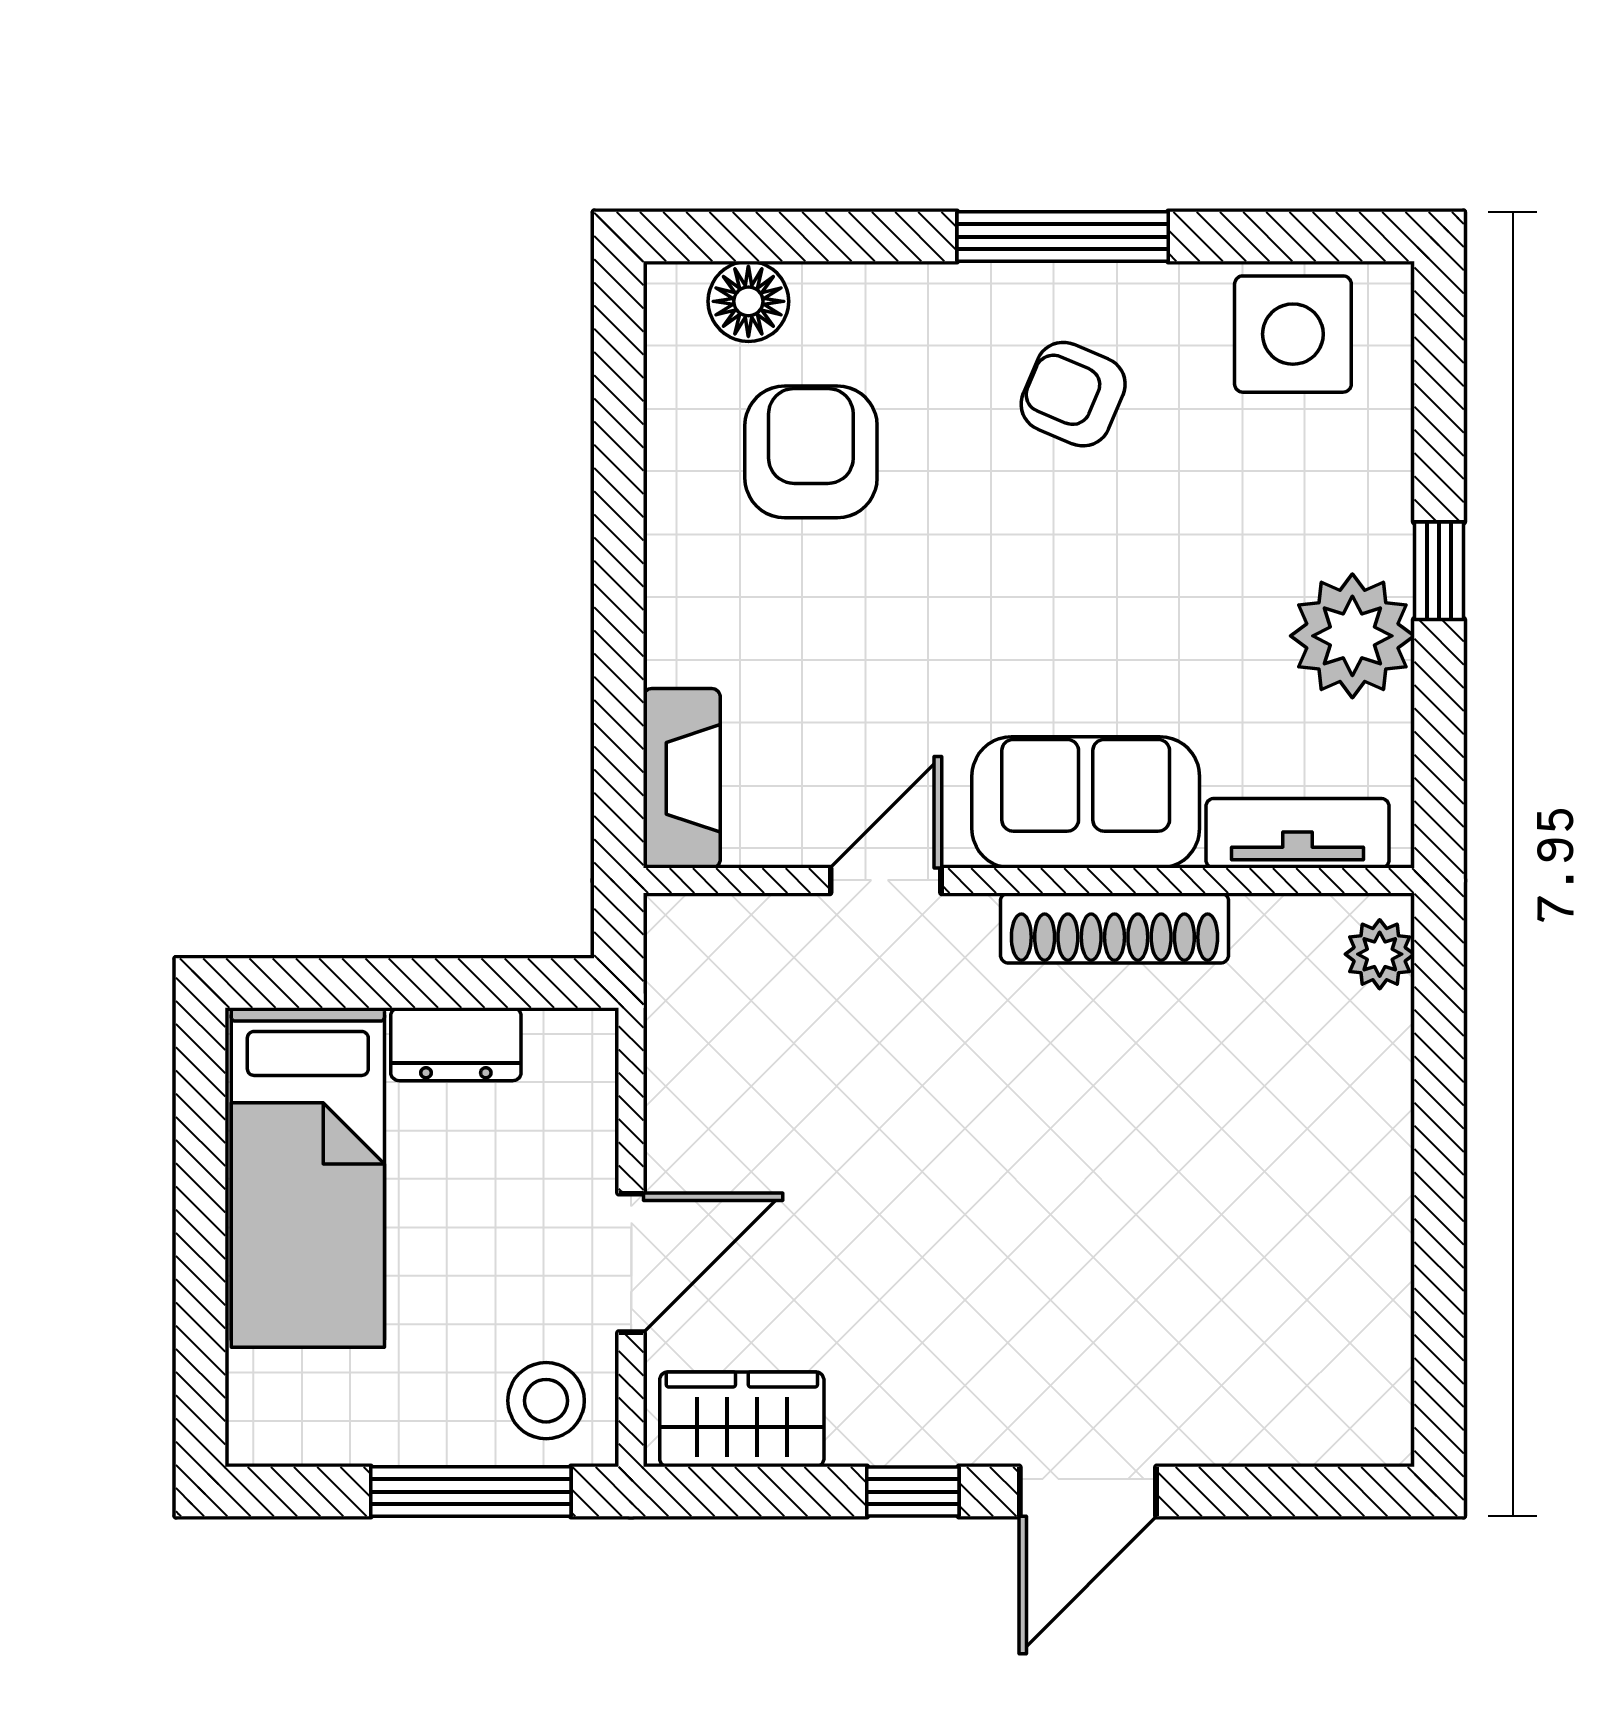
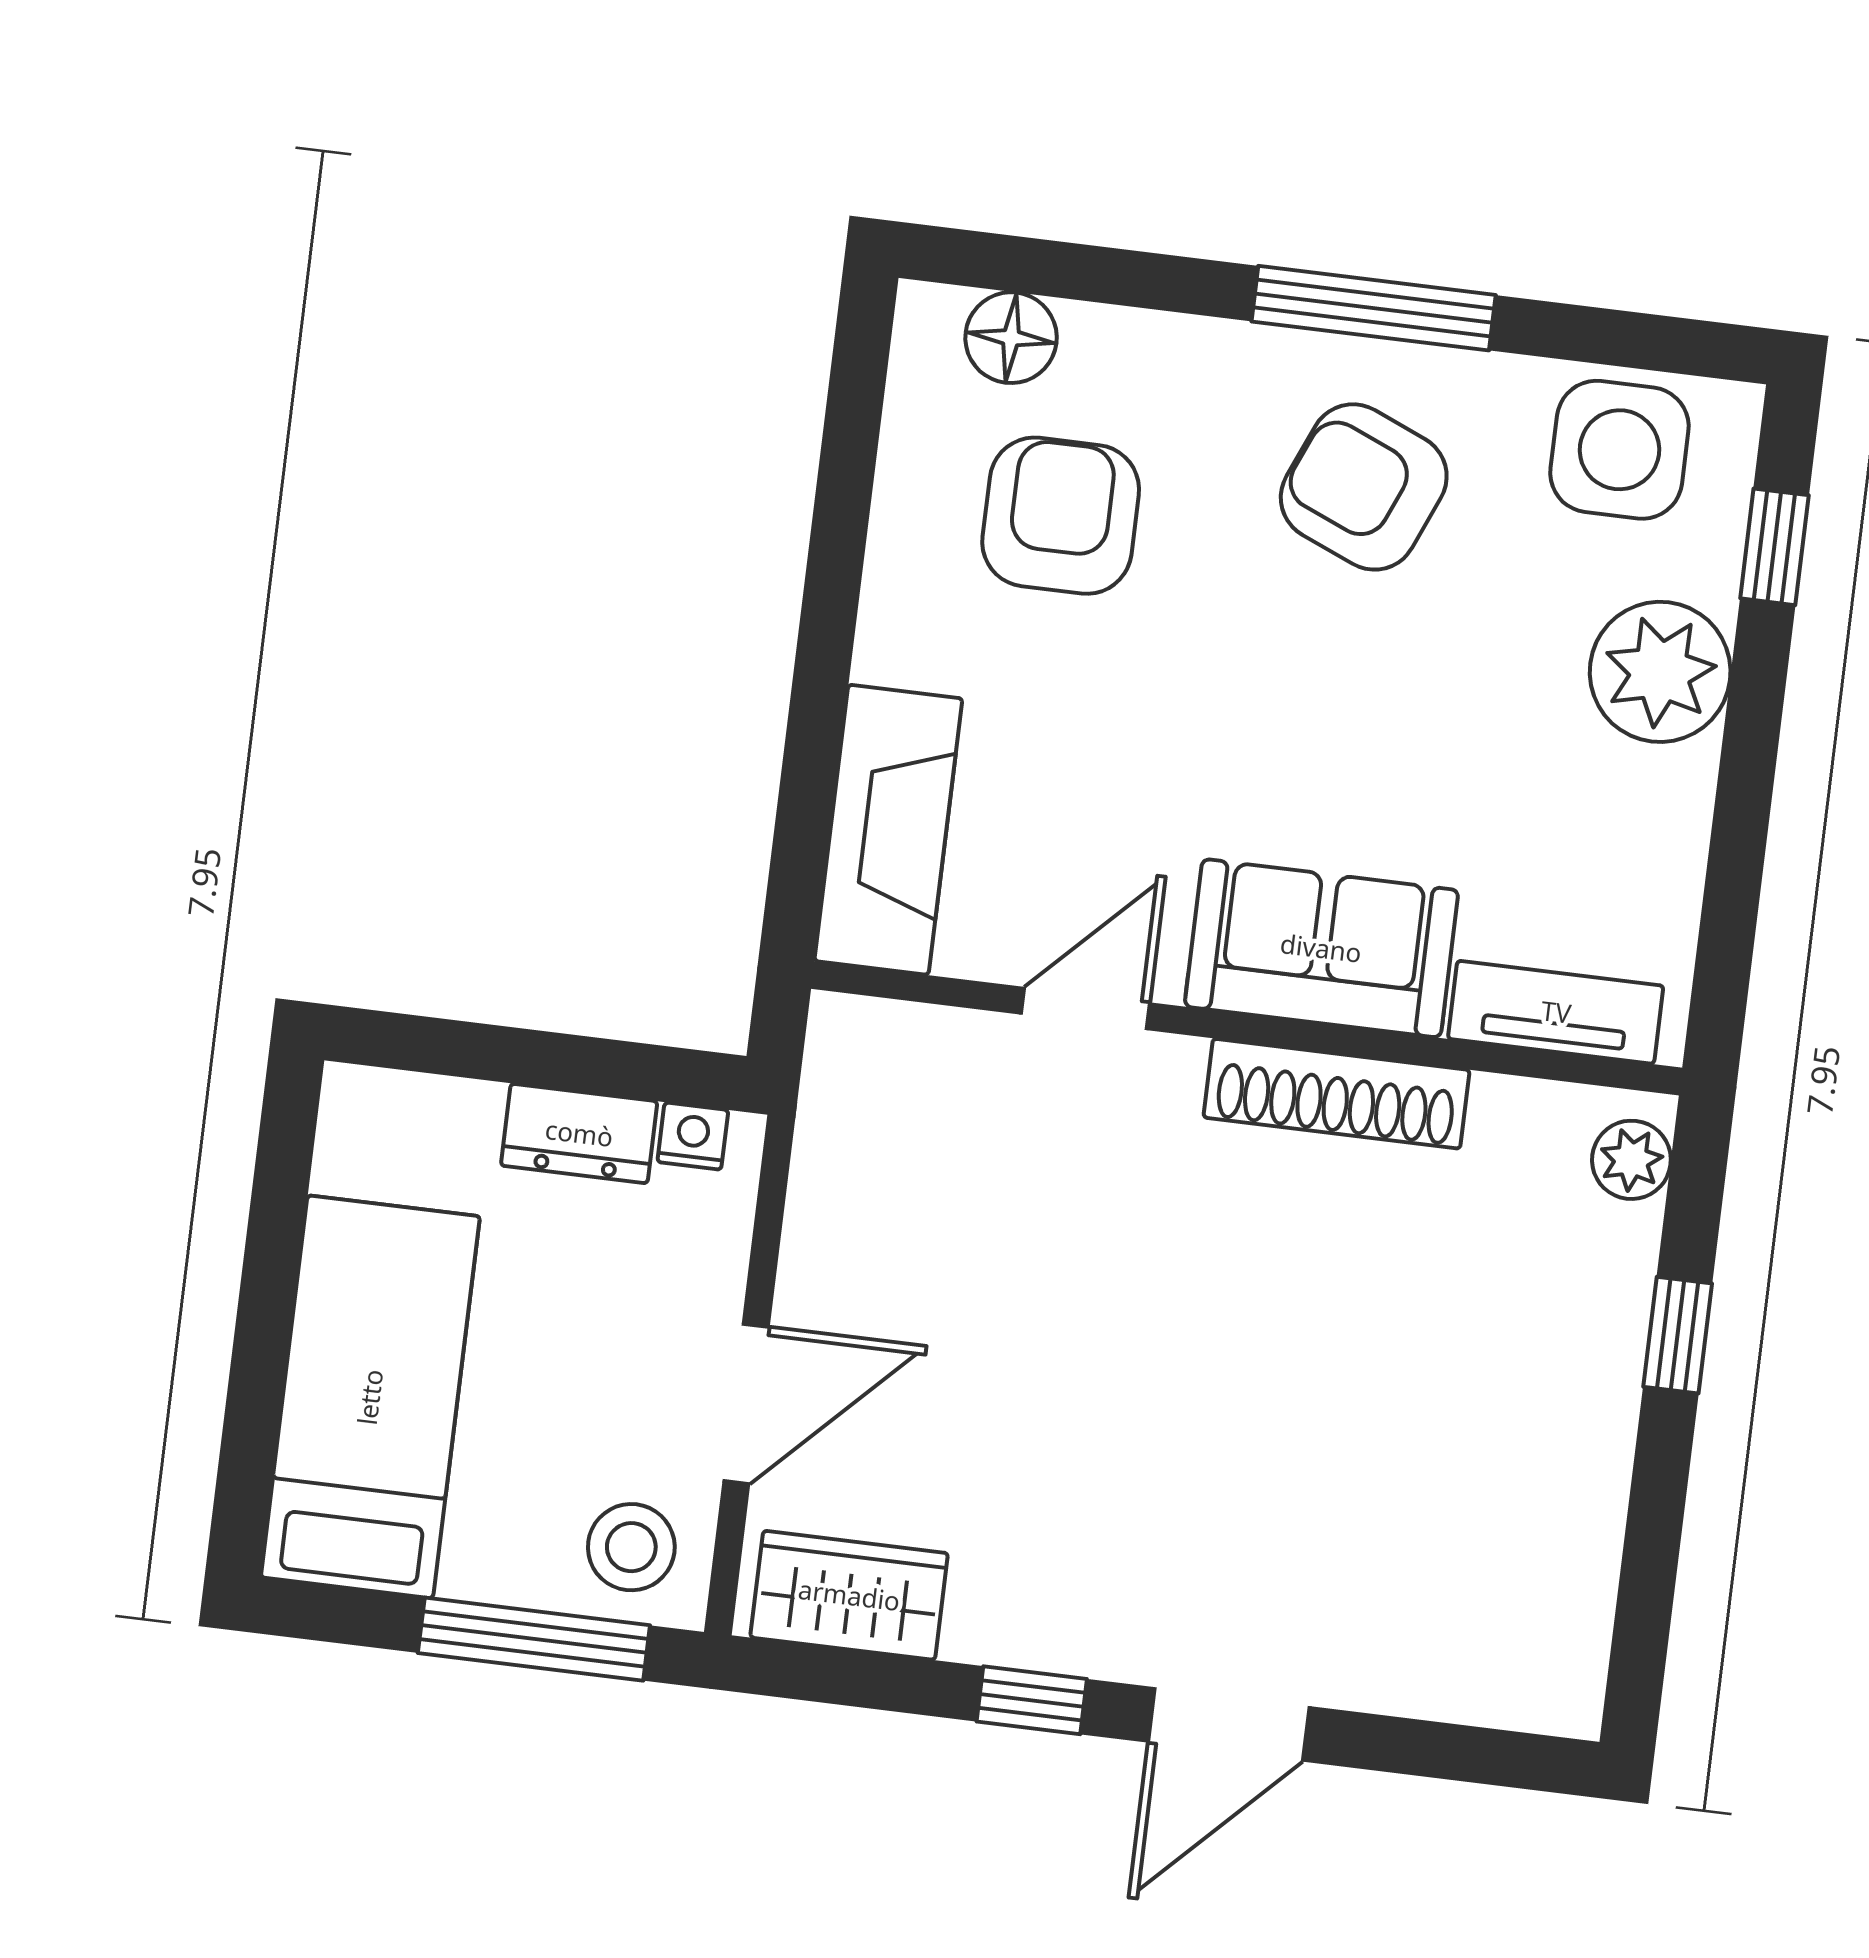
armchair: (1073, 394) -> (1364, 487), width x1.38, depth x1.38
window: (1439, 571) -> (1774, 547), moved
plant: (1352, 636) -> (1660, 672), moved
fireplace: (682, 778) -> (888, 830), width x1.37, depth x1.32
nightstand: (556, 1034) -> (693, 1136), added
window: (1439, 1103) -> (1678, 1335), added
bed: (308, 1177) -> (370, 1397), moved, turned 180

